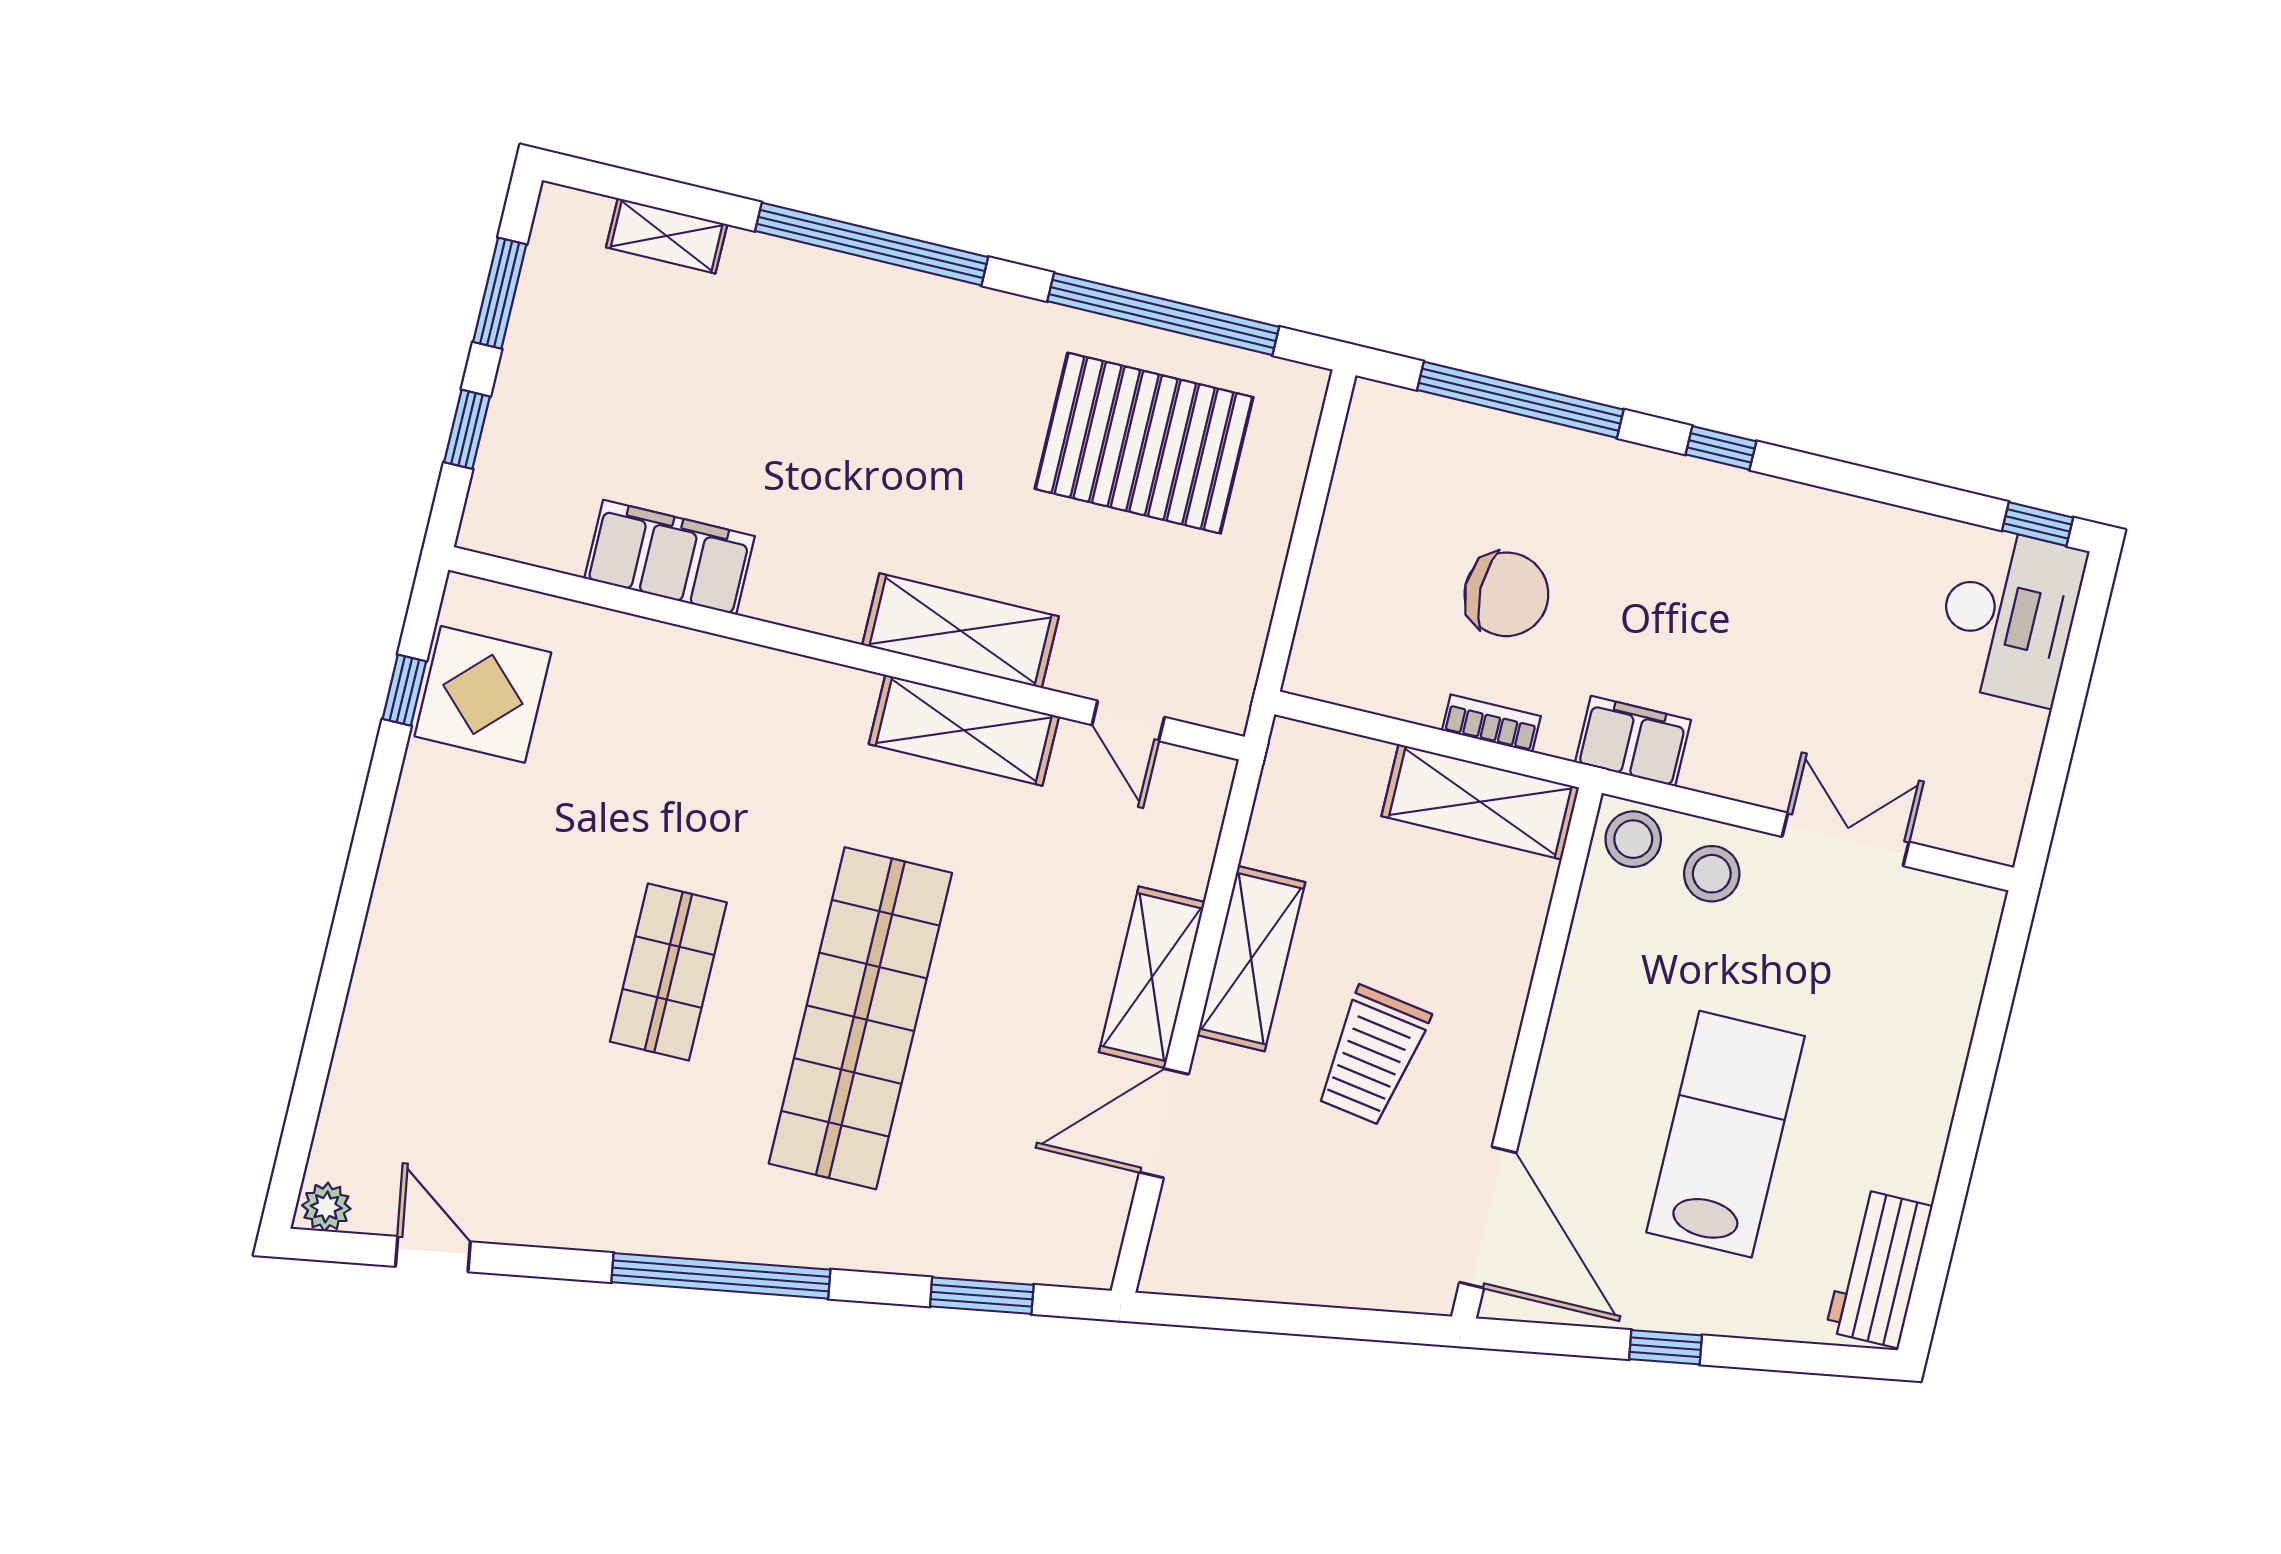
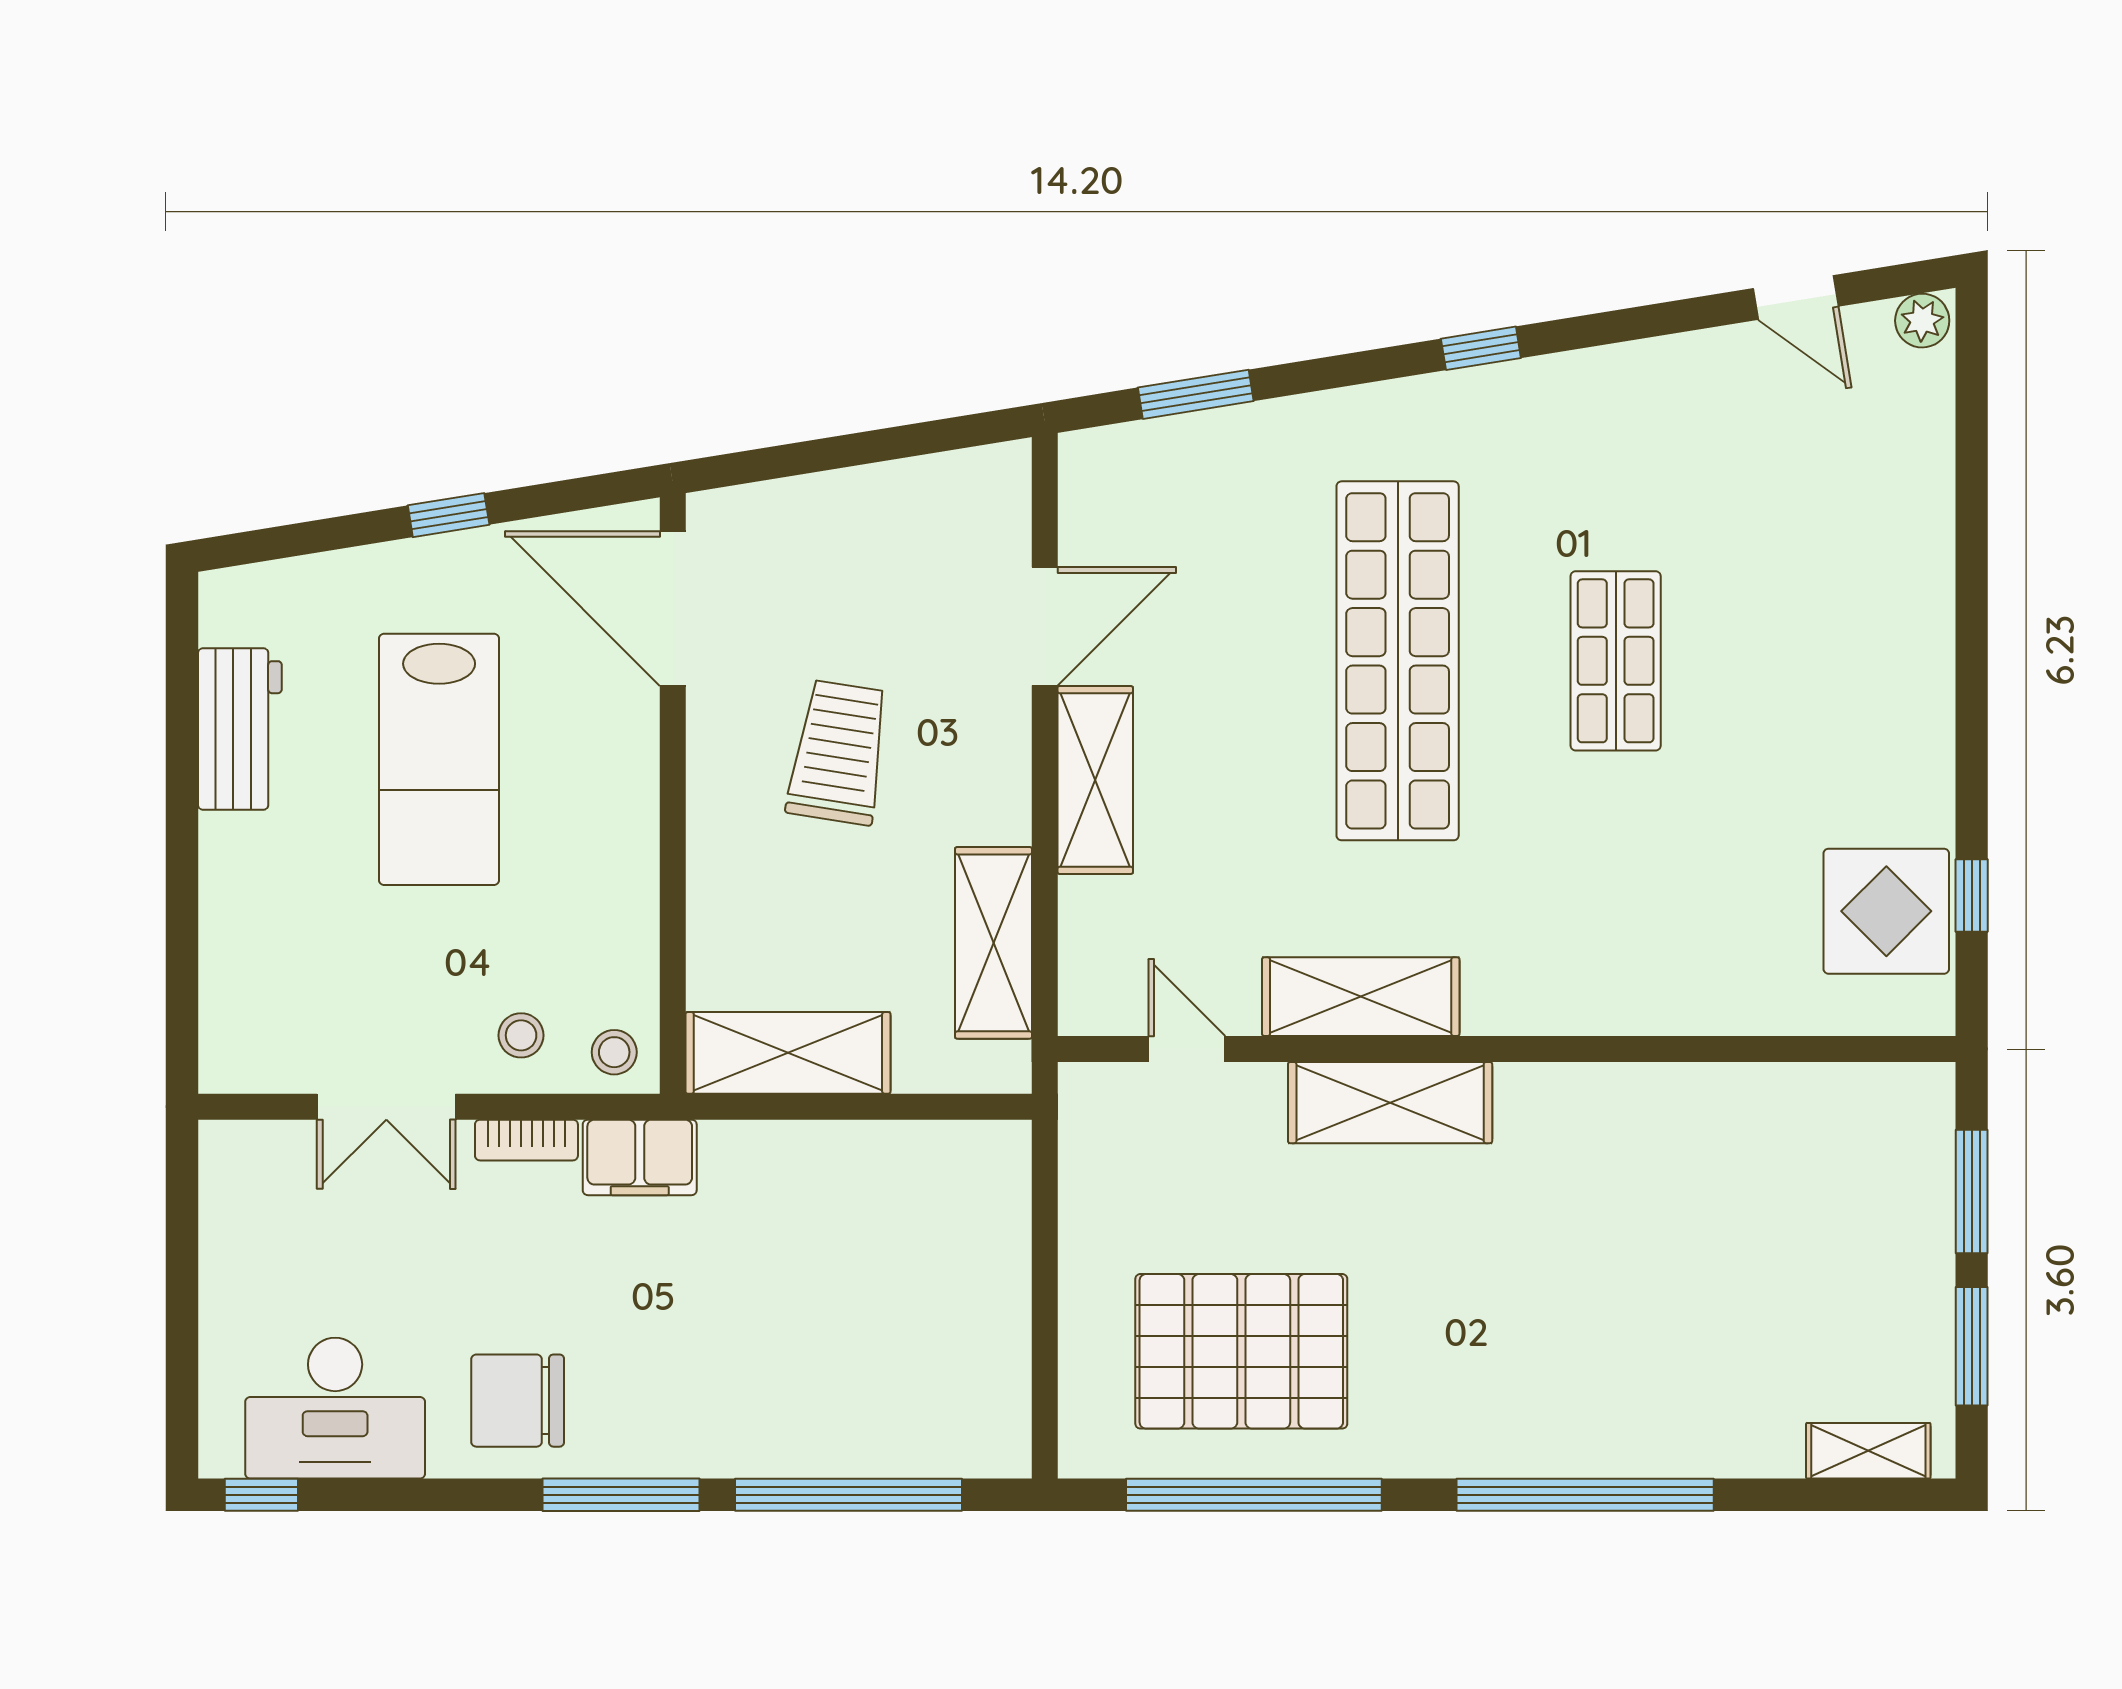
shelving: (667, 236) -> (1868, 1451), moved
window: (467, 429) -> (1972, 1192), width x1.50
window: (1721, 448) -> (621, 1495), width x2.17
filing cabinet: (670, 557) -> (1721, 1106), removed
chair: (1506, 594) -> (518, 1401), moved
desk: (2009, 616) -> (335, 1408), moved, turned -90
bookcase: (1491, 723) -> (526, 1140), moved
stool: (1633, 839) -> (614, 1052), width x0.73, depth x0.73
stool: (1712, 874) -> (521, 1035), width x0.73, depth x0.73
shelving: (1251, 959) -> (994, 943), moved
workbench: (1879, 1269) -> (240, 729), moved
window: (721, 1276) -> (1481, 348), width x0.32

